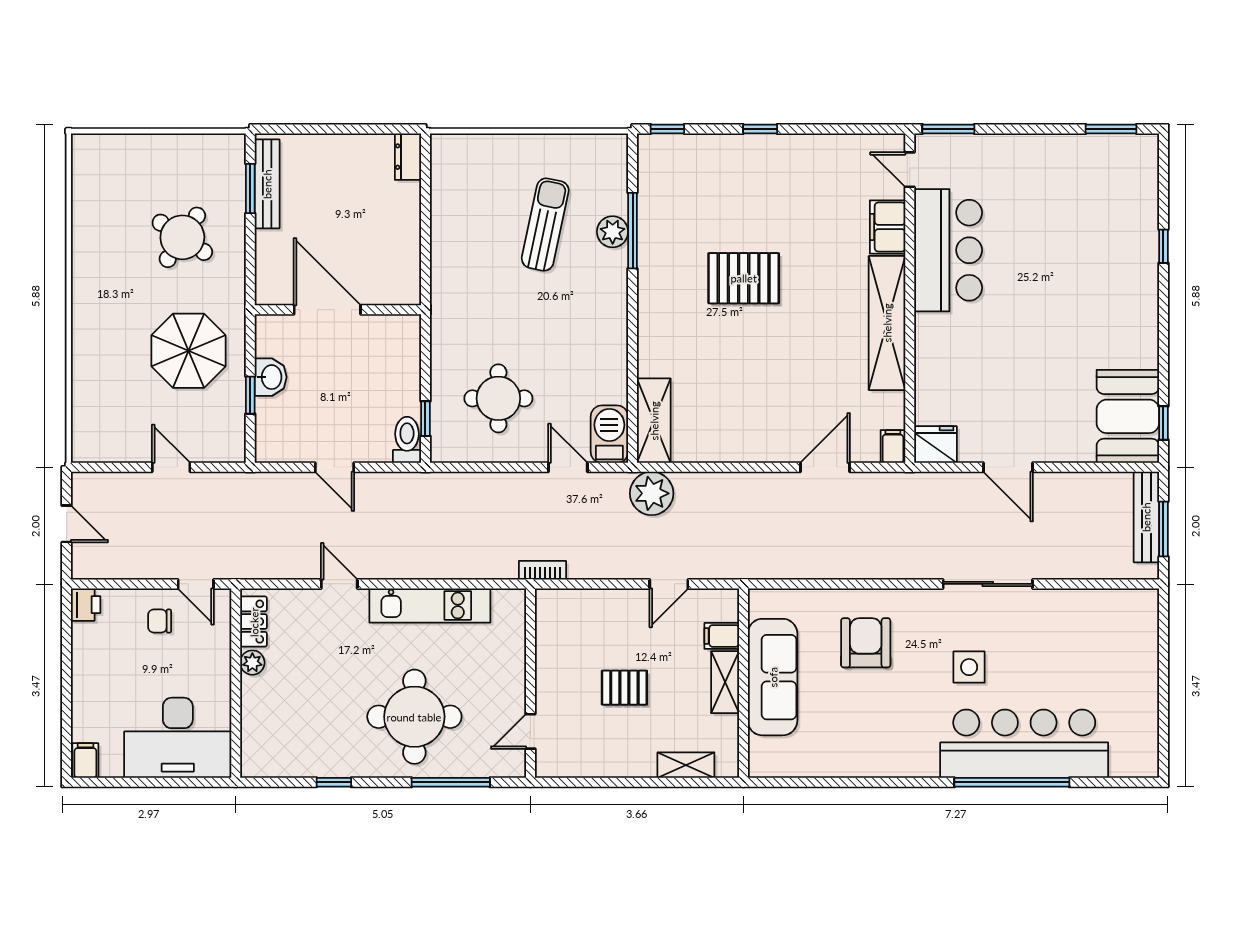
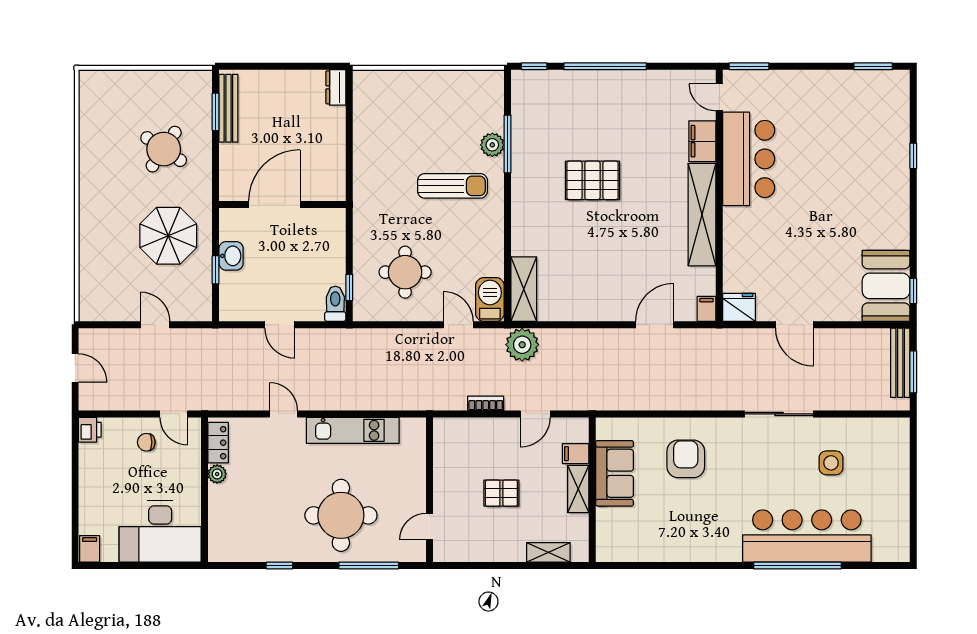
window: (760, 129) -> (605, 66), width x3.17
sun lounger: (545, 225) -> (452, 186), moved, turned 78
door: (327, 310) -> (274, 204), hinge flipped
bookcase: (542, 570) -> (486, 403), moved
side table: (969, 667) -> (831, 463), moved
sofa: (773, 677) -> (615, 473), width x0.73

